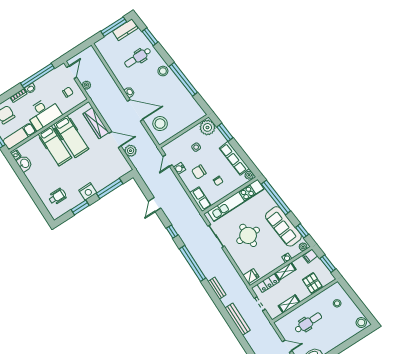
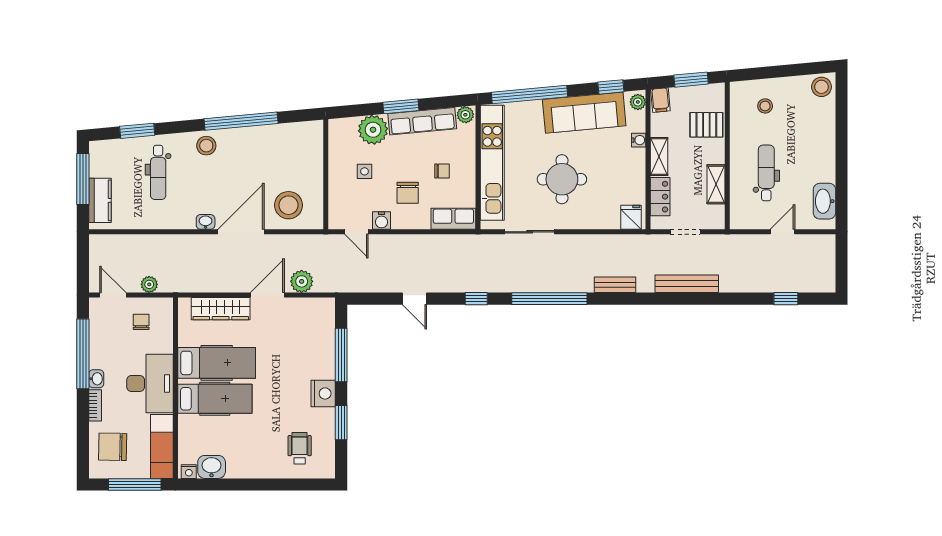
kitchen counter: (125, 30) -> (100, 200), moved
plant: (207, 127) -> (373, 130), moved
window: (225, 132) -> (401, 106), moved

